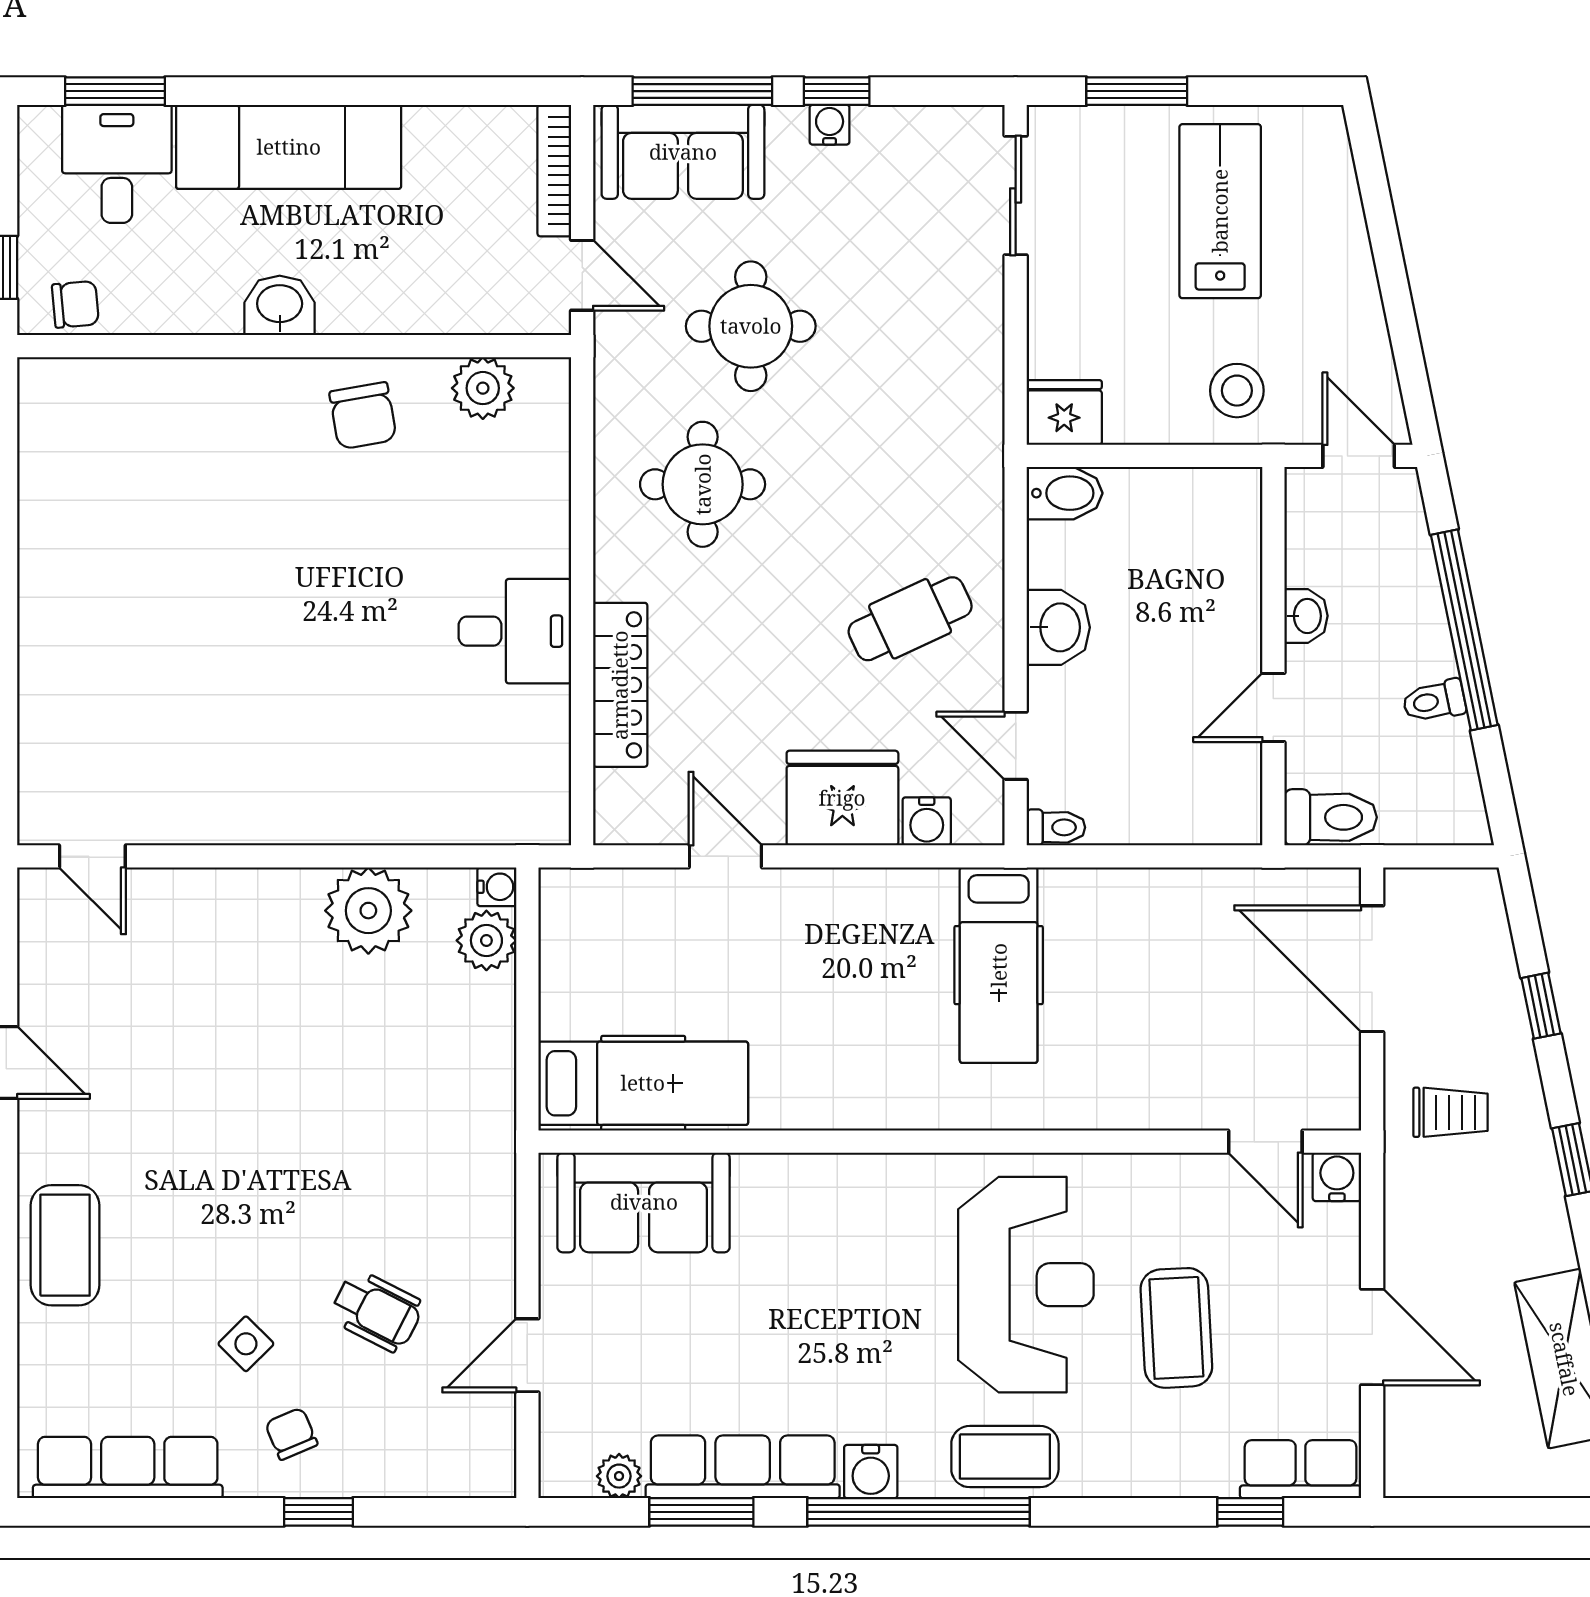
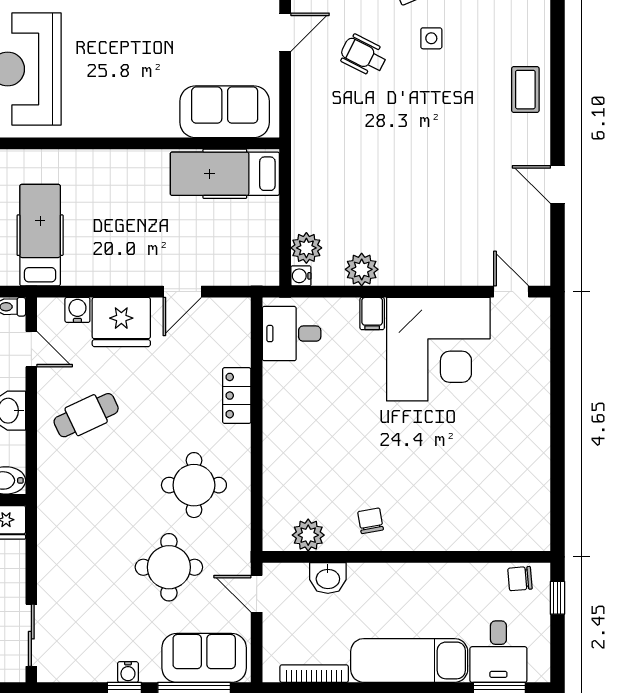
bookcase: (554, 171) -> (314, 674), moved, turned -90
washbasin: (280, 305) -> (328, 578), moved
chair: (363, 416) -> (371, 521), width x0.73, depth x0.73
desk: (515, 631) -> (292, 334), moved
locker: (620, 685) -> (237, 396), width x0.66
corner desk: (232, 746) -> (438, 349), added
filing cabinet: (360, 814) -> (372, 314), added
door: (725, 856) -> (182, 292), hinge flipped
plant: (368, 911) -> (362, 269), width x0.73, depth x0.73
coffee table: (65, 1245) -> (525, 90), width x0.73, depth x0.77
side table: (246, 1344) -> (431, 38), turned 45

